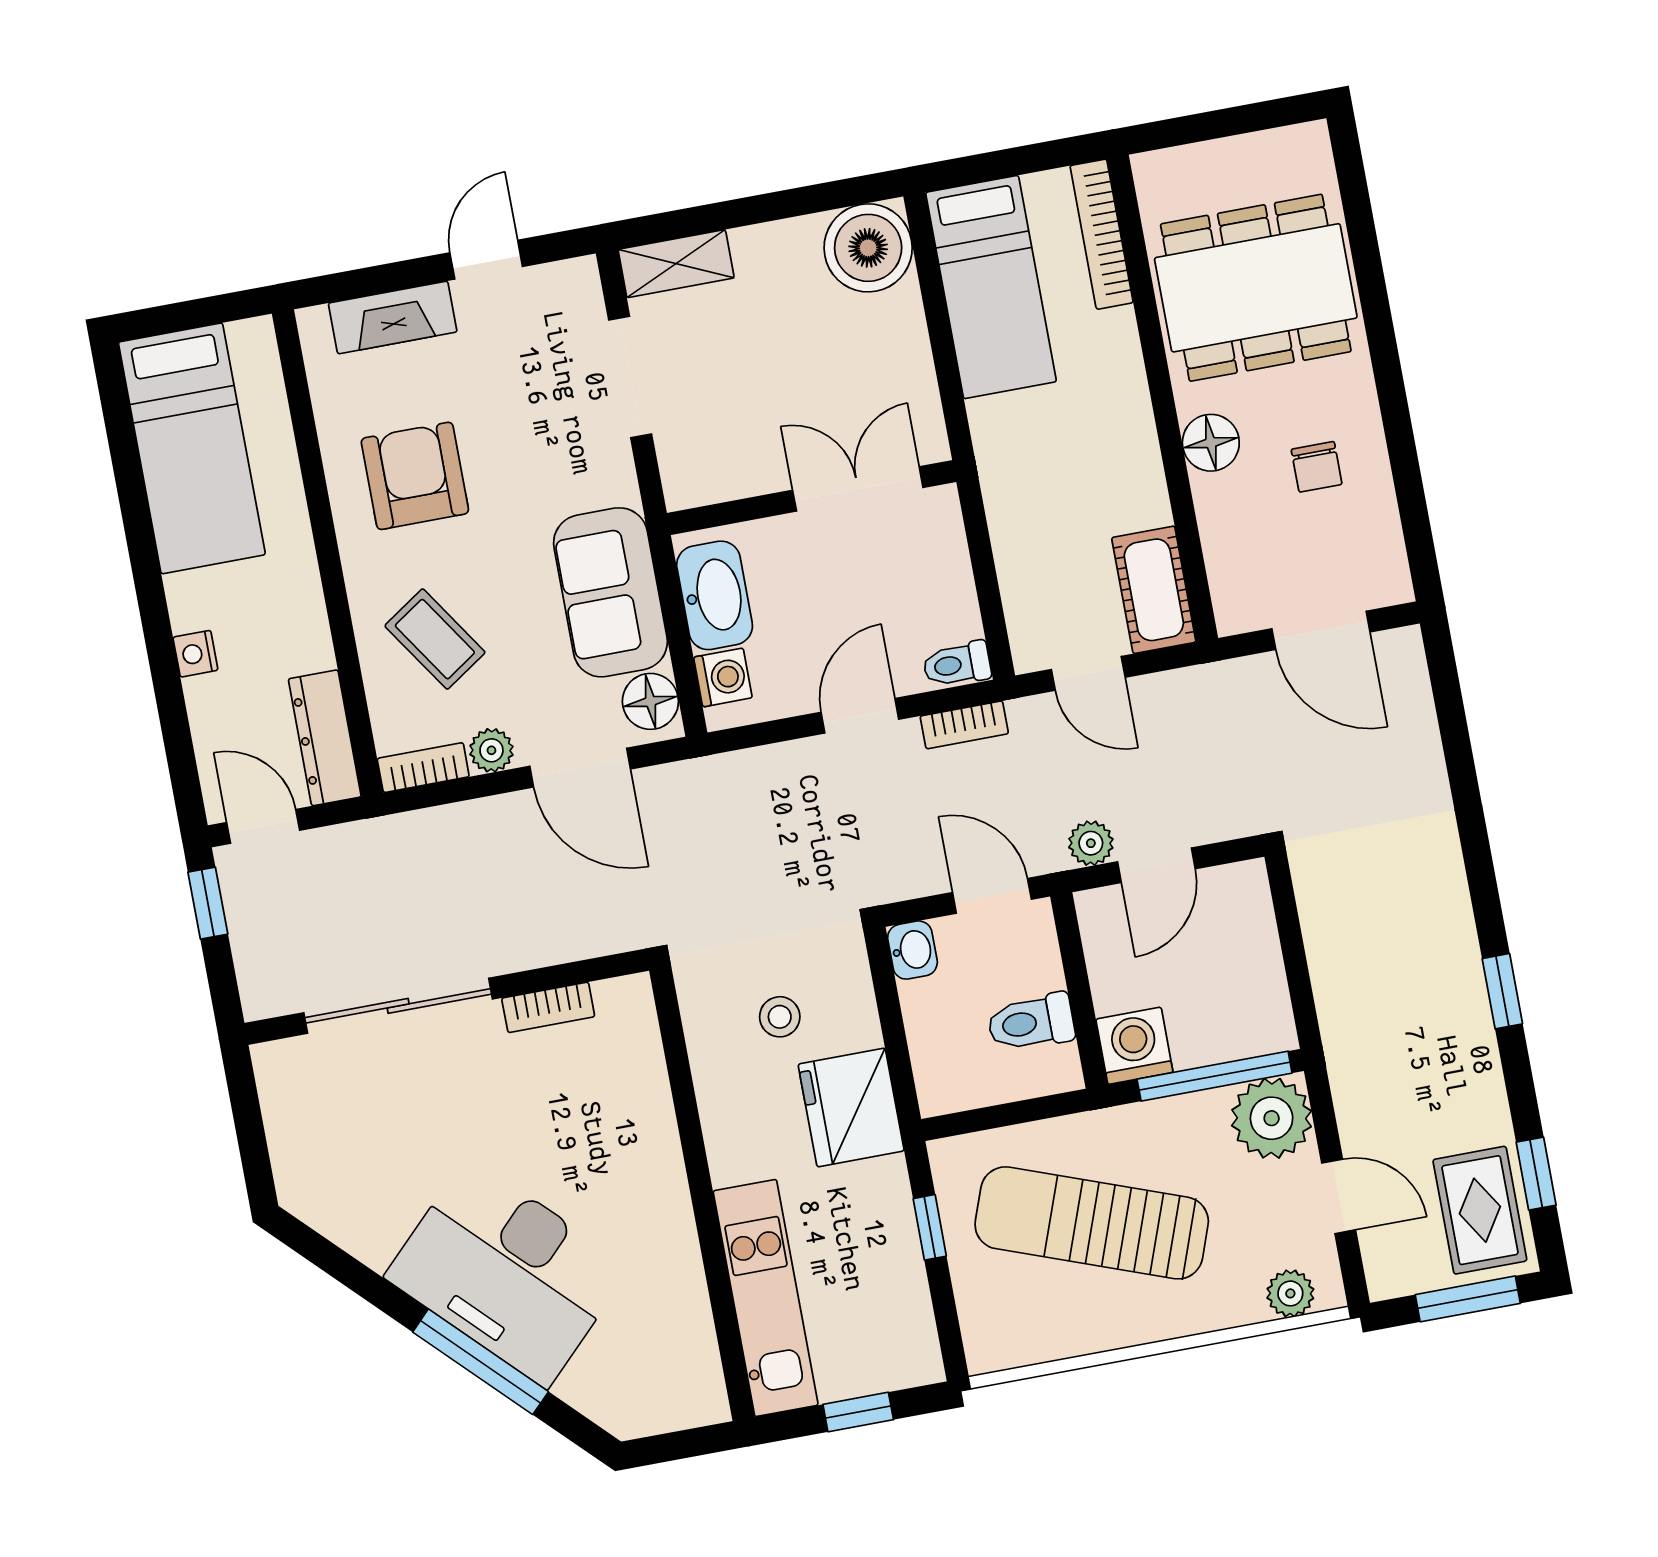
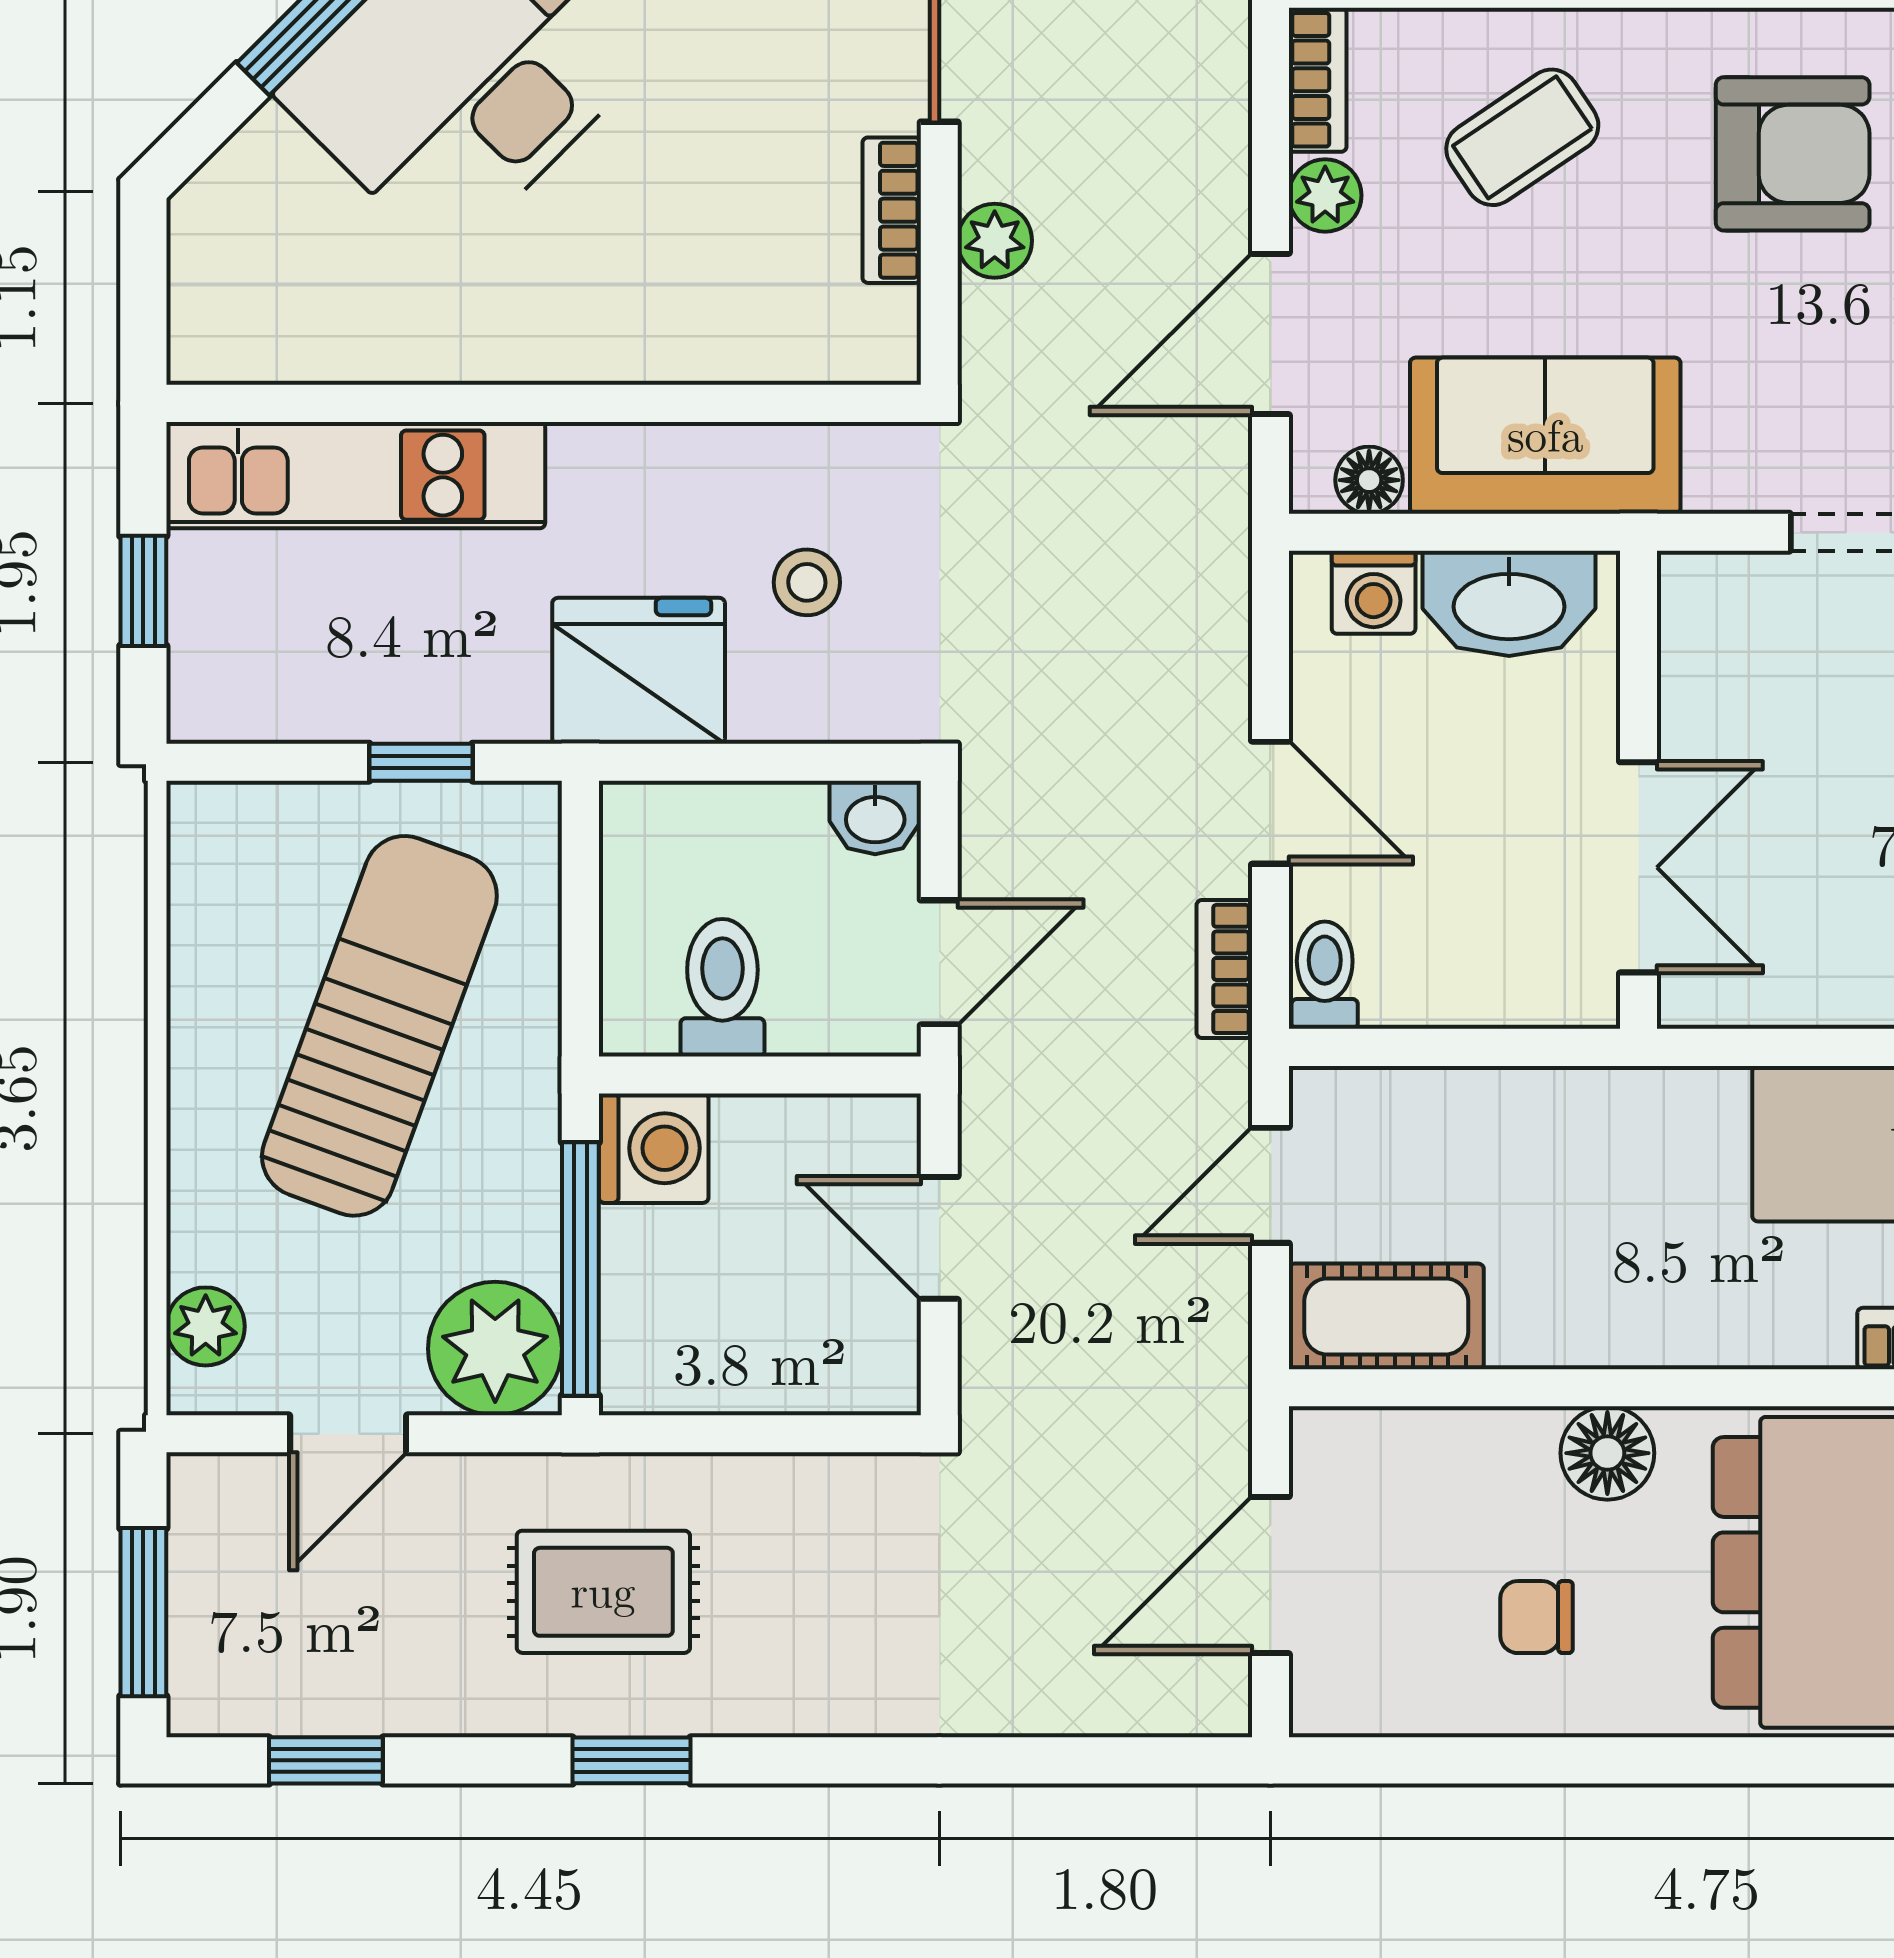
floor lamp: (650, 701) -> (1369, 480), width x0.73, depth x0.73
plant: (1091, 843) -> (995, 241), moved
rug: (1480, 1210) -> (603, 1592), moved

